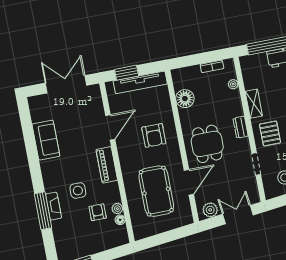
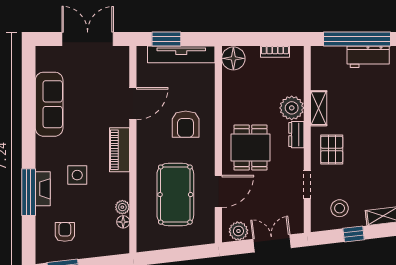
plant: (233, 84) -> (292, 108), moved, width x1.88, depth x1.88
floor lamp: (185, 99) -> (233, 58), moved
sofa: (46, 140) -> (49, 104), width x1.36
armchair: (98, 212) -> (65, 232), moved

